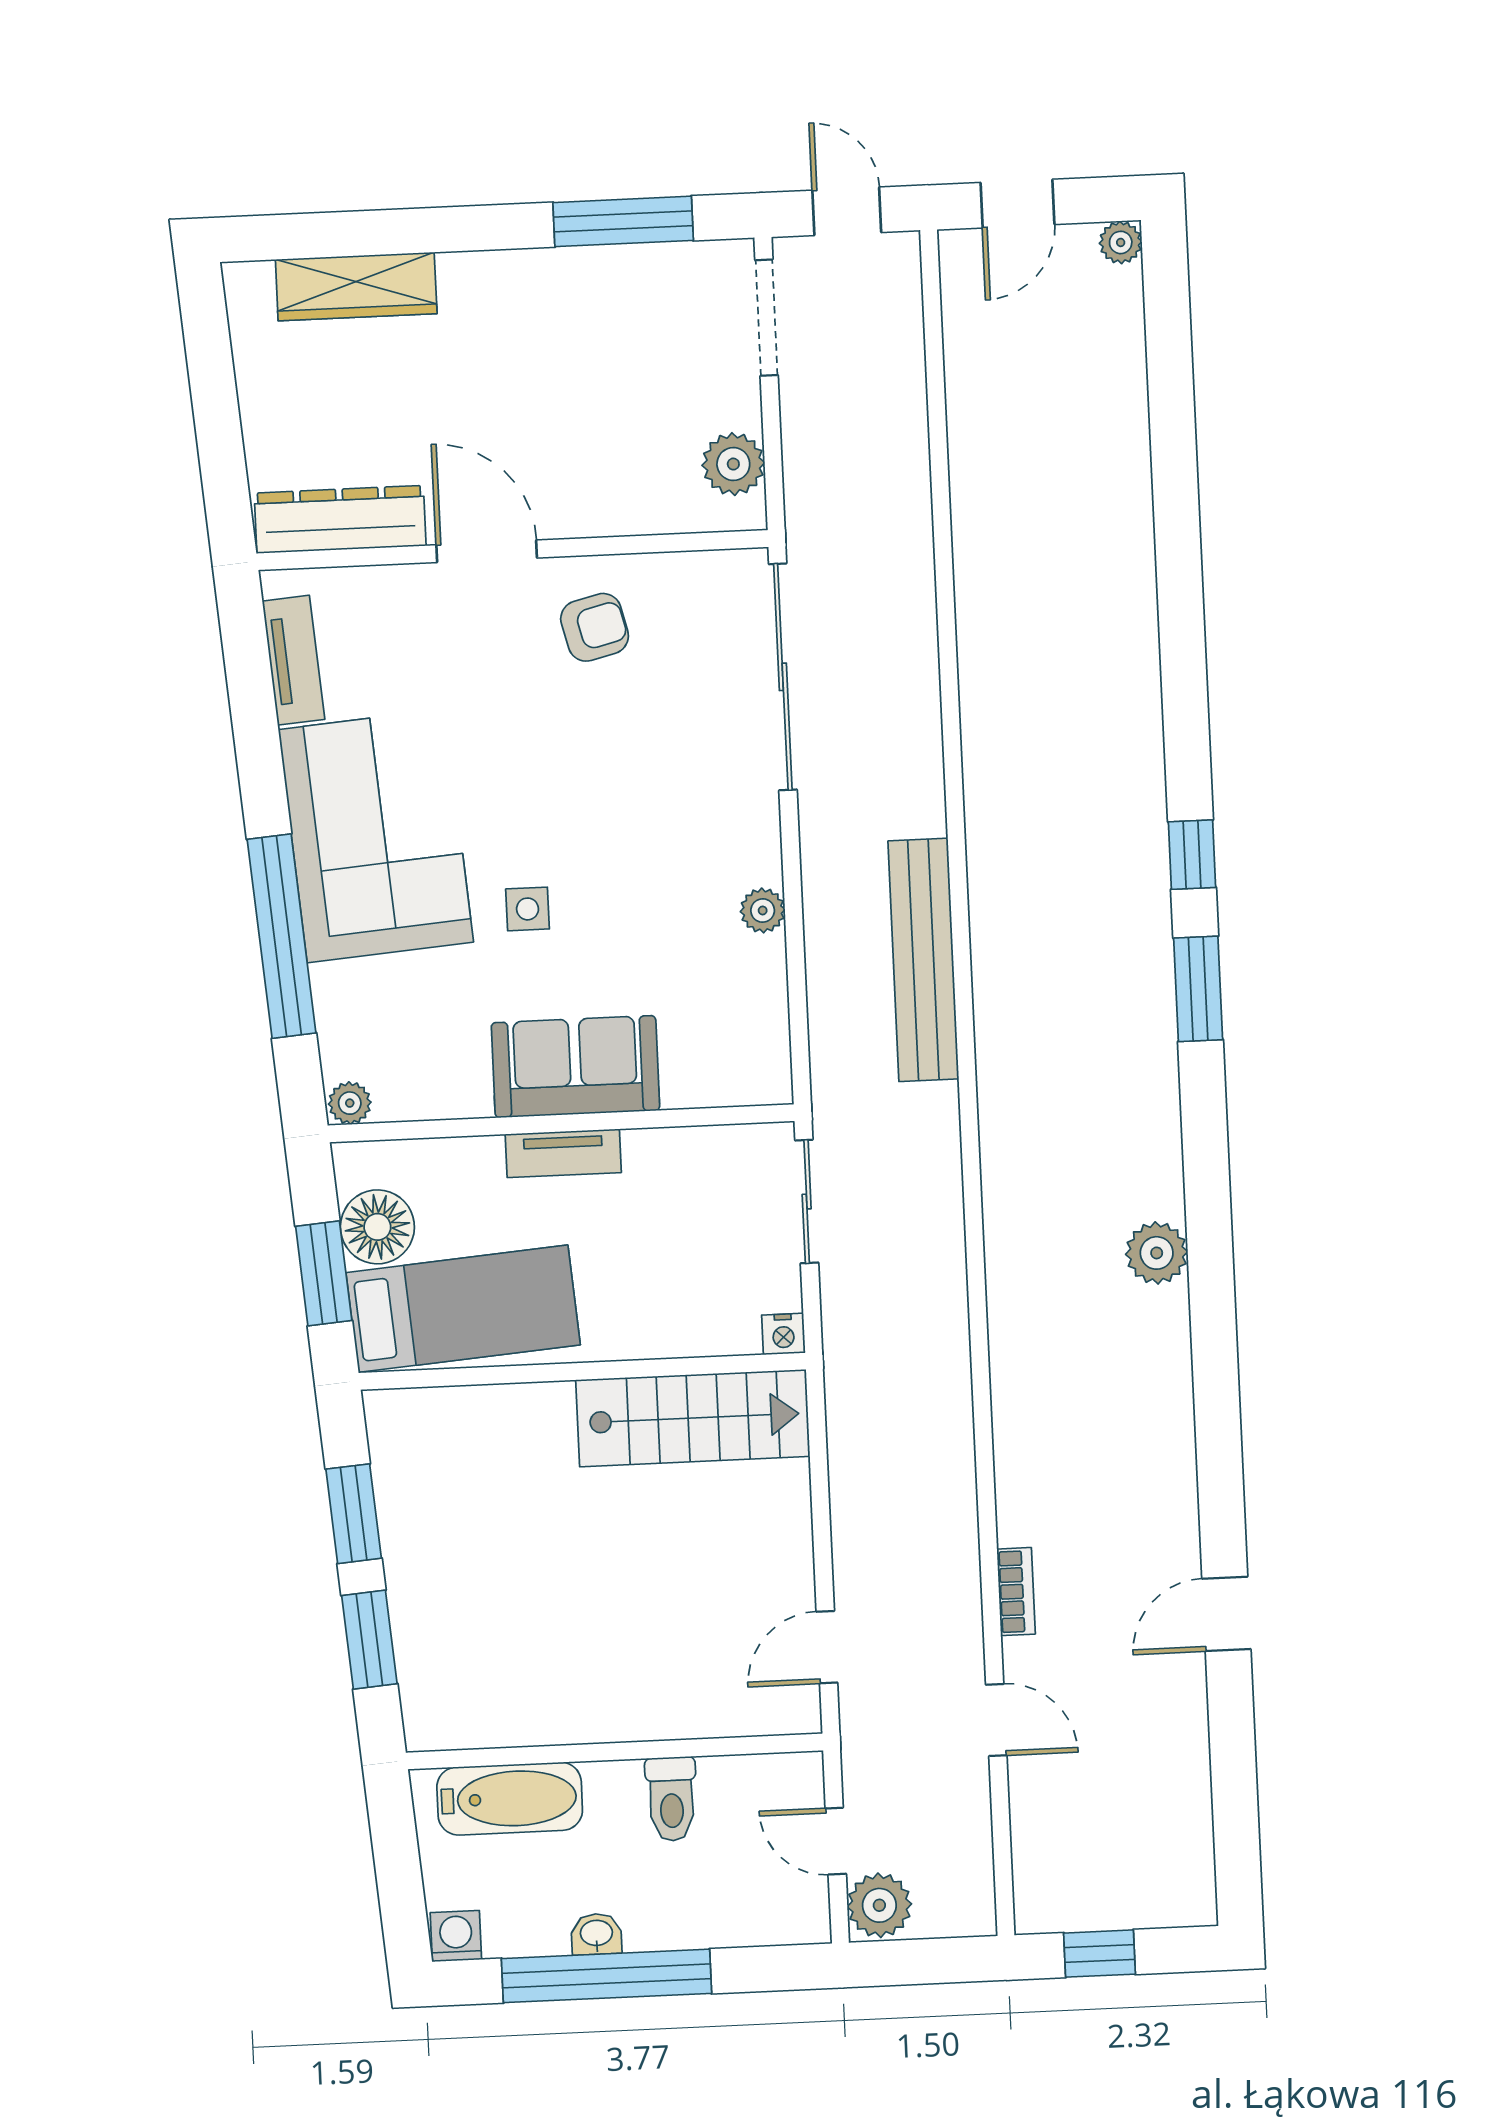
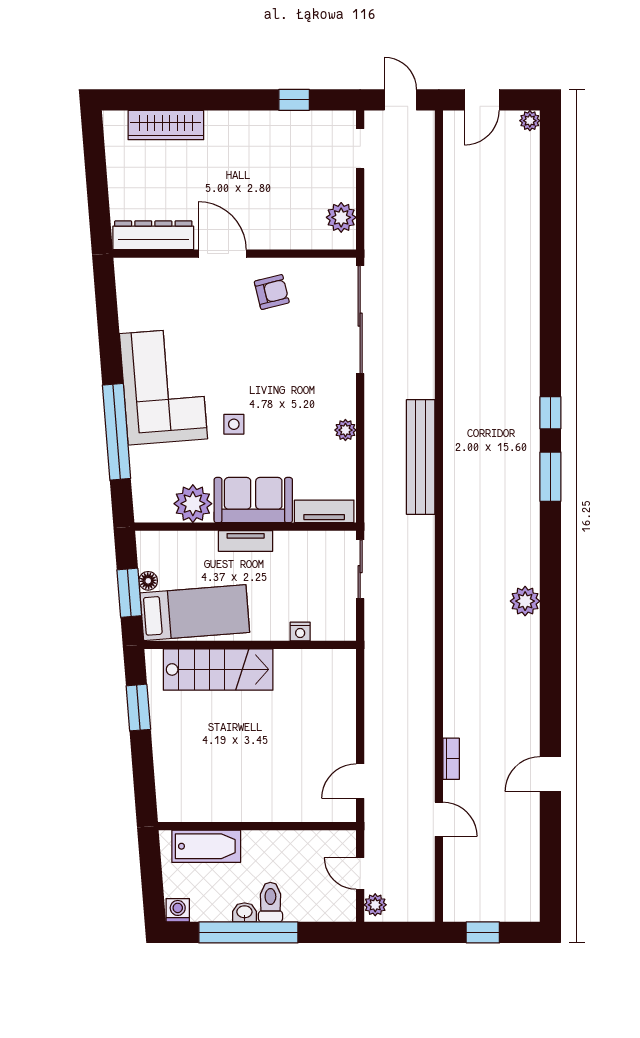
window: (623, 221) -> (294, 100), width x0.46
doorway: (767, 318) -> (360, 149), width x0.73
tv unit: (294, 660) -> (324, 511), moved, turned -85
plant: (350, 1103) -> (193, 504), moved, width x1.88, depth x1.88
floor lamp: (377, 1227) -> (148, 581), width x0.53, depth x0.53
nightstand: (783, 1334) -> (300, 632), moved
stairs: (693, 1418) -> (218, 669), moved
window: (369, 1640) -> (143, 768), removed
toilet: (671, 1799) -> (270, 902), moved, turned 180
plant: (879, 1905) -> (375, 905), width x0.73, depth x0.73

